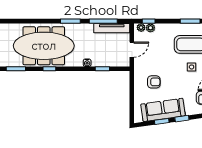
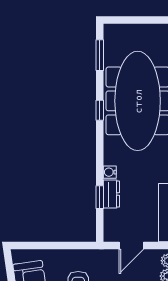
door: (132, 50) -> (131, 245), hinge flipped
dresser: (100, 62) -> (111, 194), added

